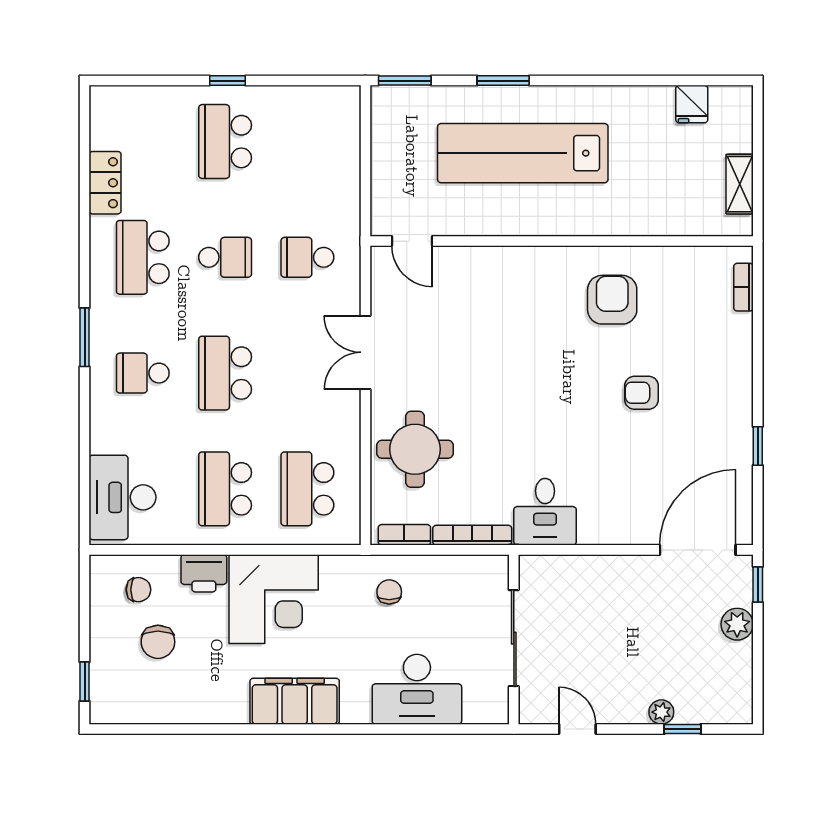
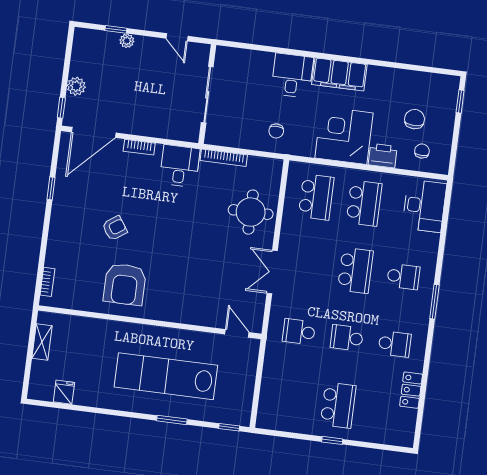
window: (405, 81) -> (229, 427), width x0.67
lab bench: (523, 153) -> (166, 376), turned 180
school desk: (143, 257) -> (395, 344), width x0.54
school desk: (307, 257) -> (299, 332), turned 180
armchair: (612, 300) -> (125, 284), width x1.36, depth x1.36
double door: (366, 352) -> (272, 272), swing flipped
armchair: (642, 393) -> (115, 228), turned -34
bookcase: (404, 535) -> (139, 147), moved
chair: (138, 590) -> (422, 151), turned 90
desk: (417, 689) -> (292, 75), moved, width x0.73

